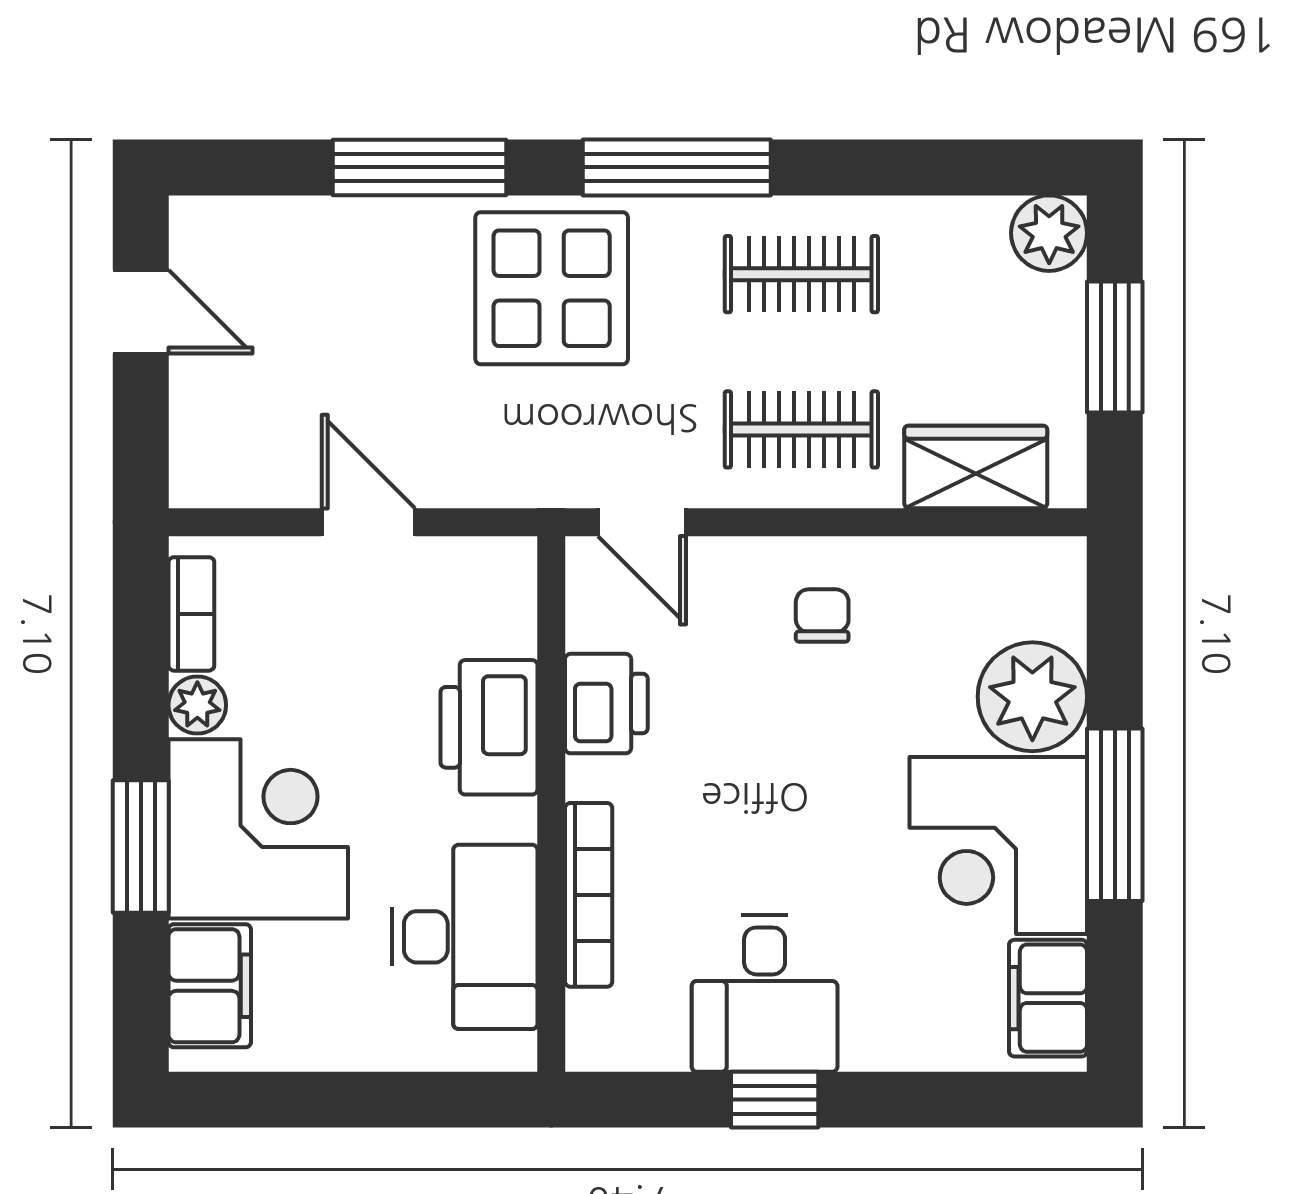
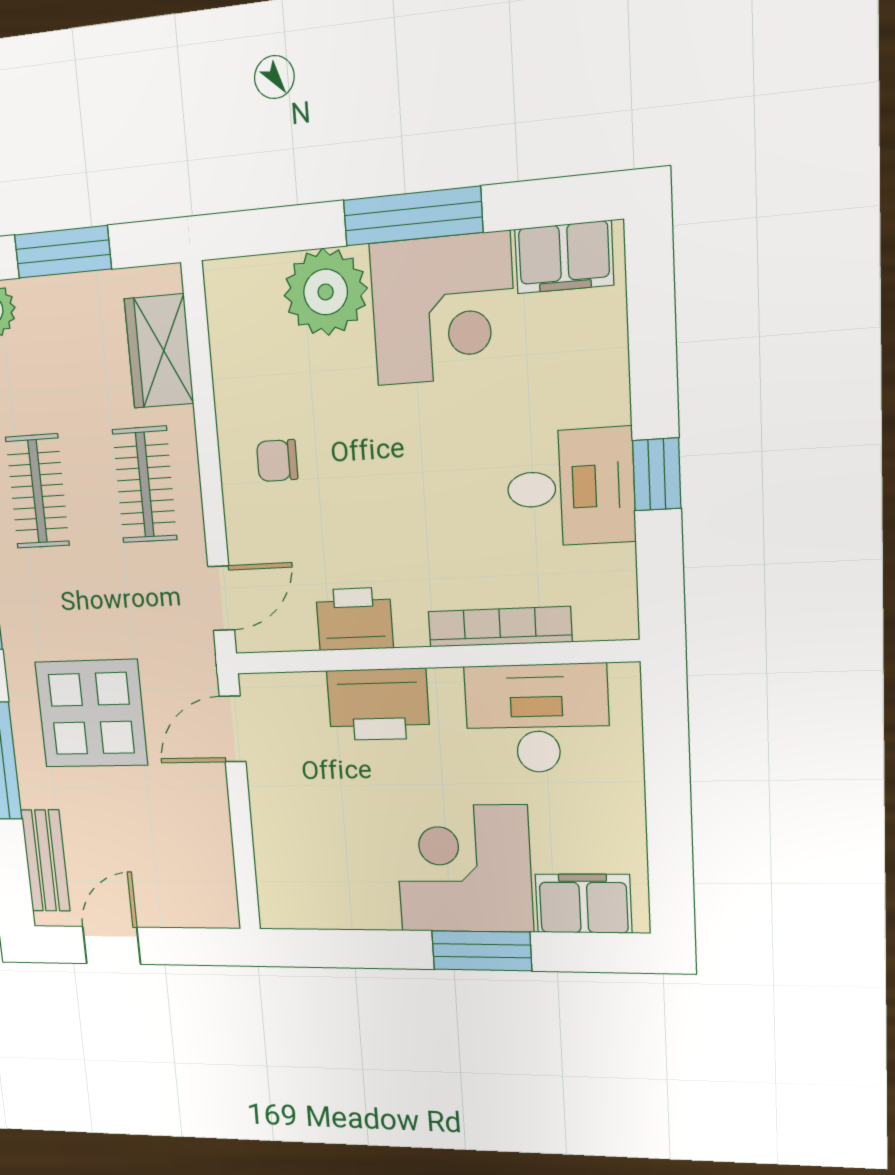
bench: (269, 224) -> (46, 861), added
display table: (552, 288) -> (91, 714), moved
door: (368, 522) -> (233, 729), moved
bookcase: (191, 614) -> (312, 914), removed
plant: (197, 705) -> (377, 911), removed

